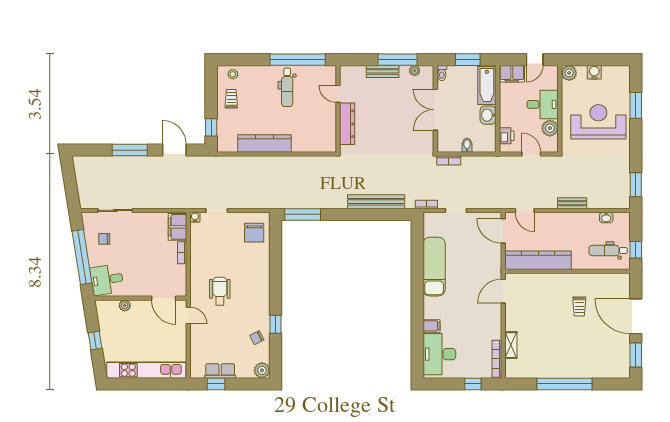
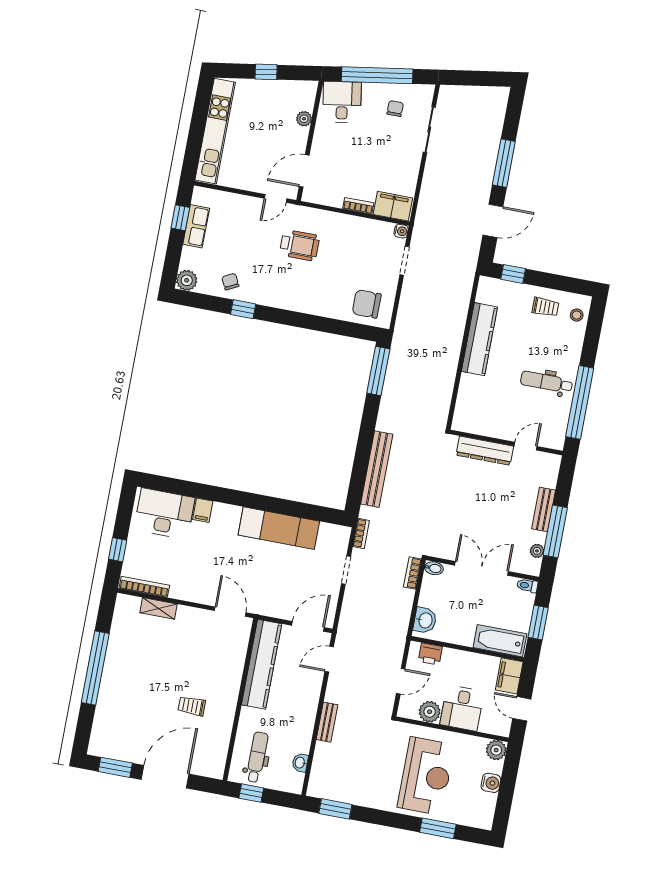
washbasin: (488, 115) -> (425, 620), moved, turned 90
bidet: (467, 145) -> (434, 568), moved

